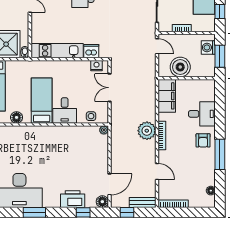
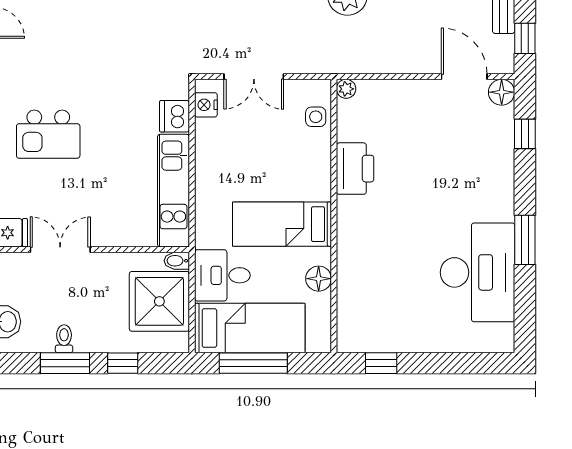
desk: (65, 110) -> (222, 275), moved, turned 180
printer: (73, 199) -> (355, 169), moved, turned 180

